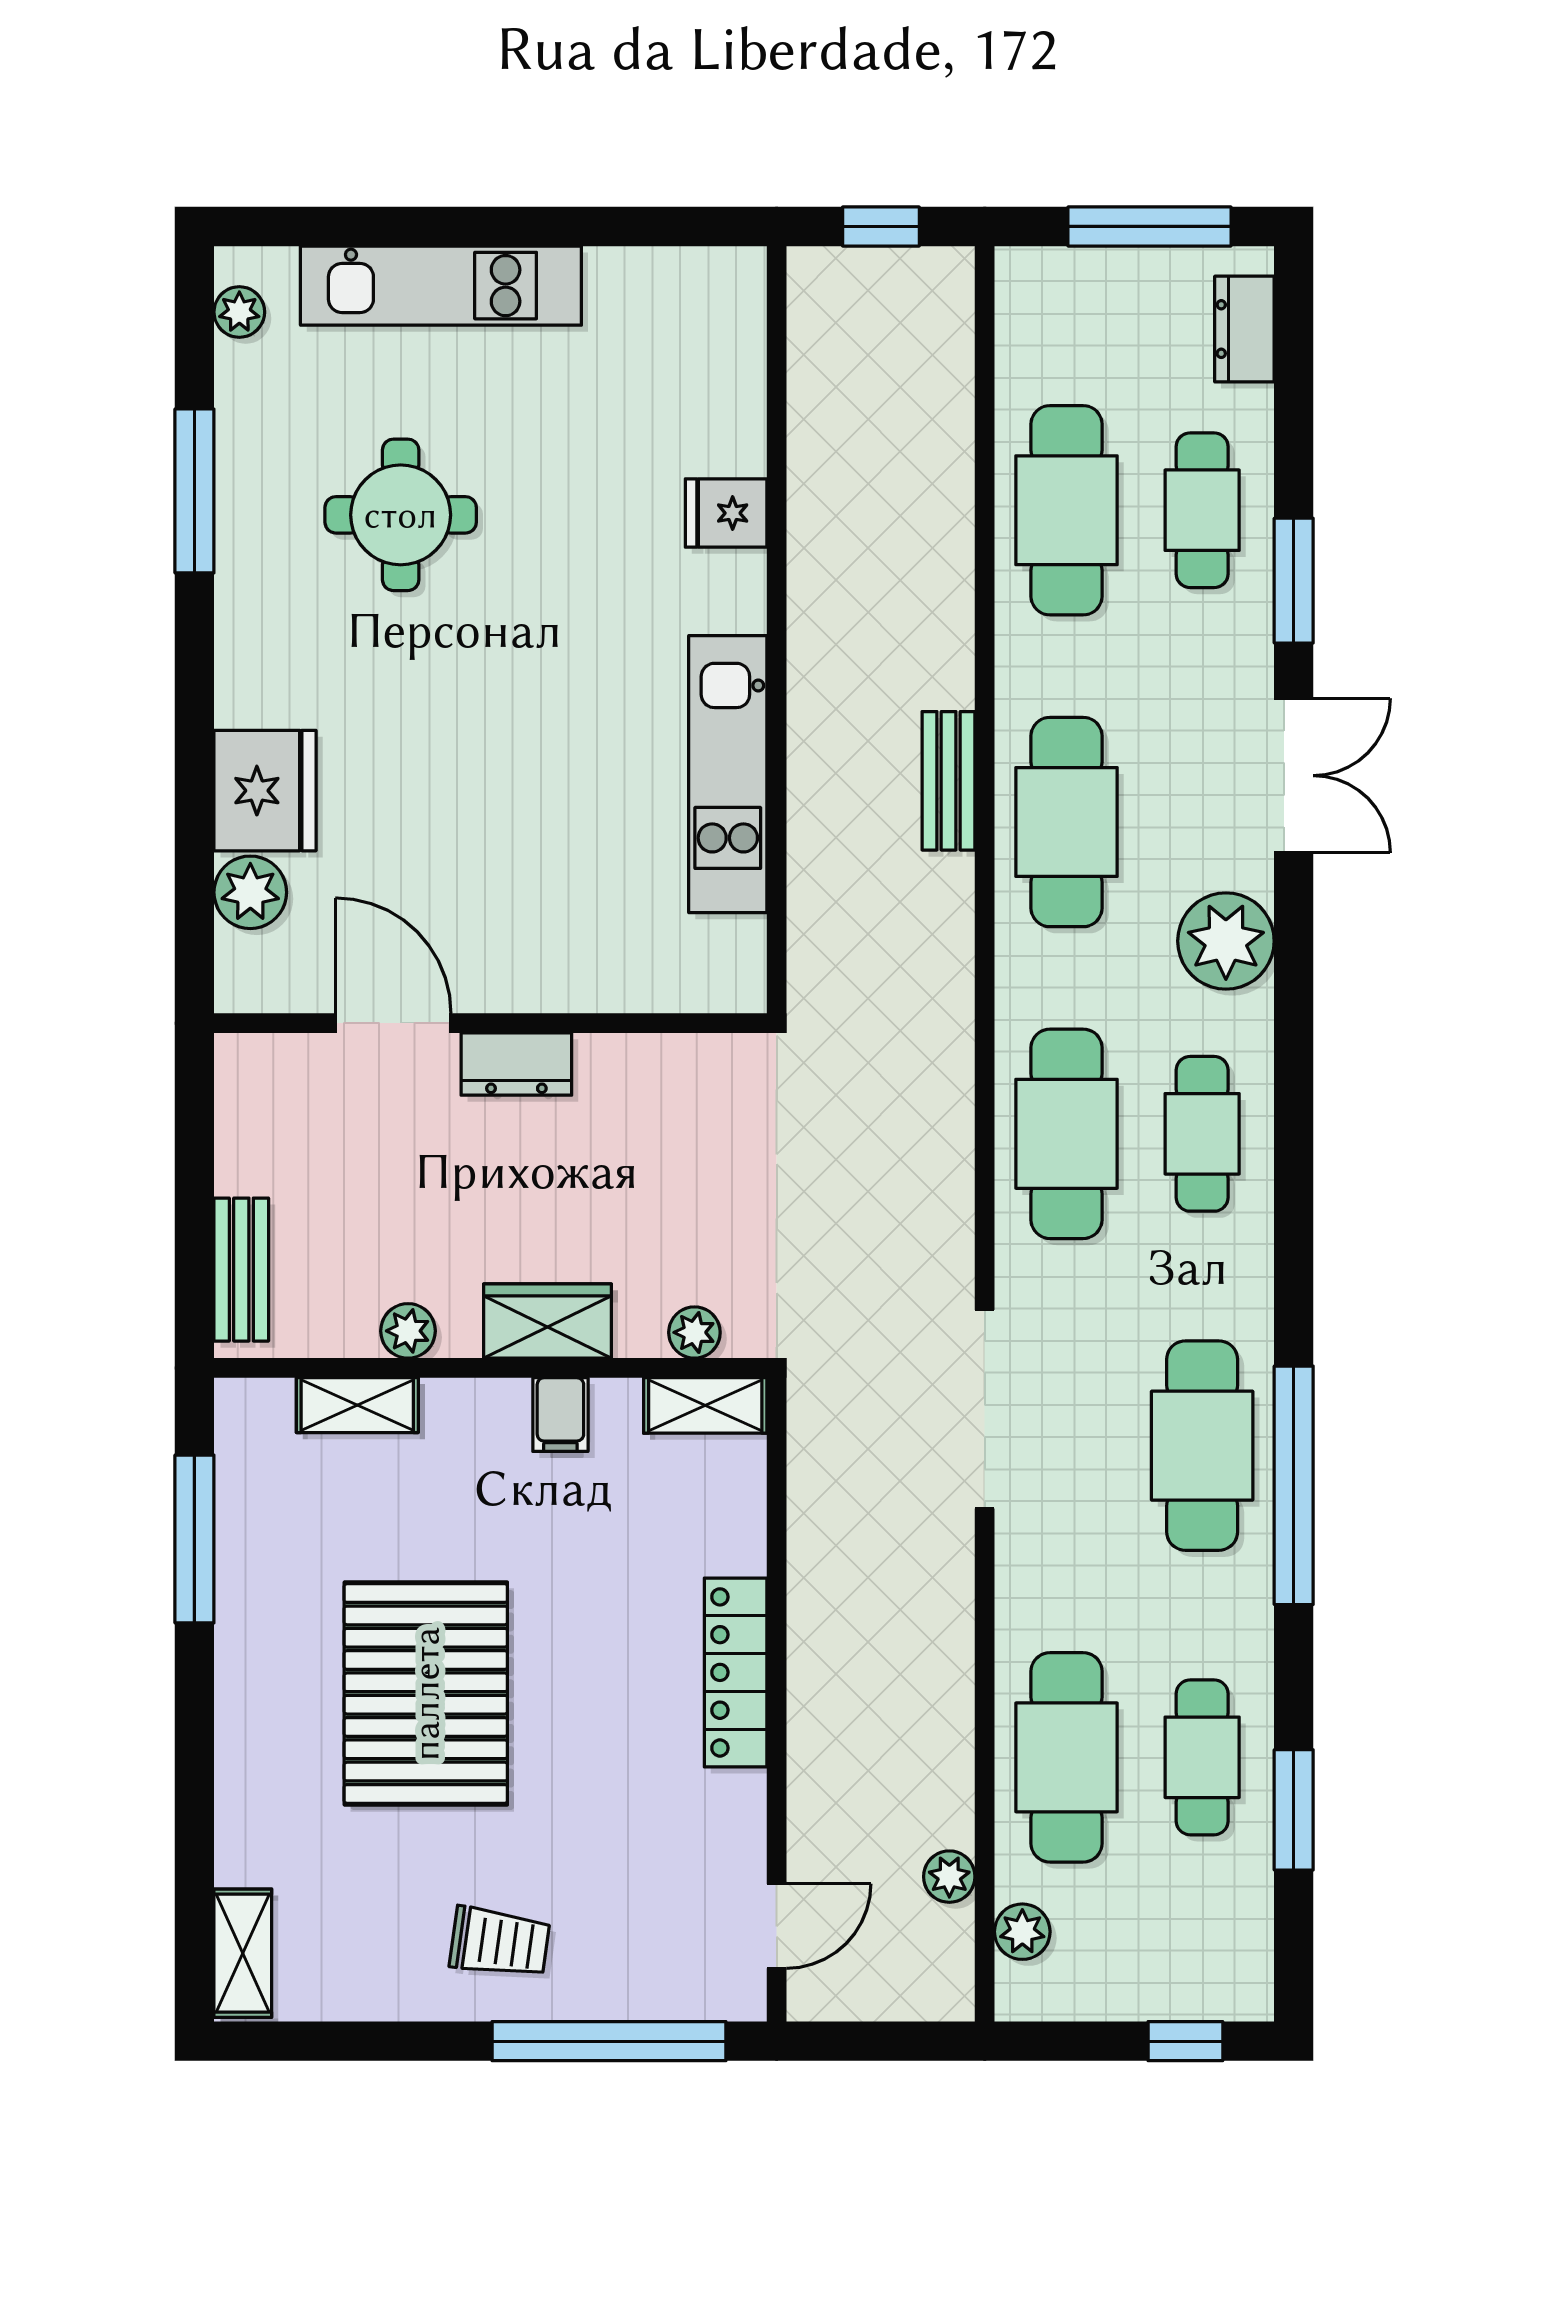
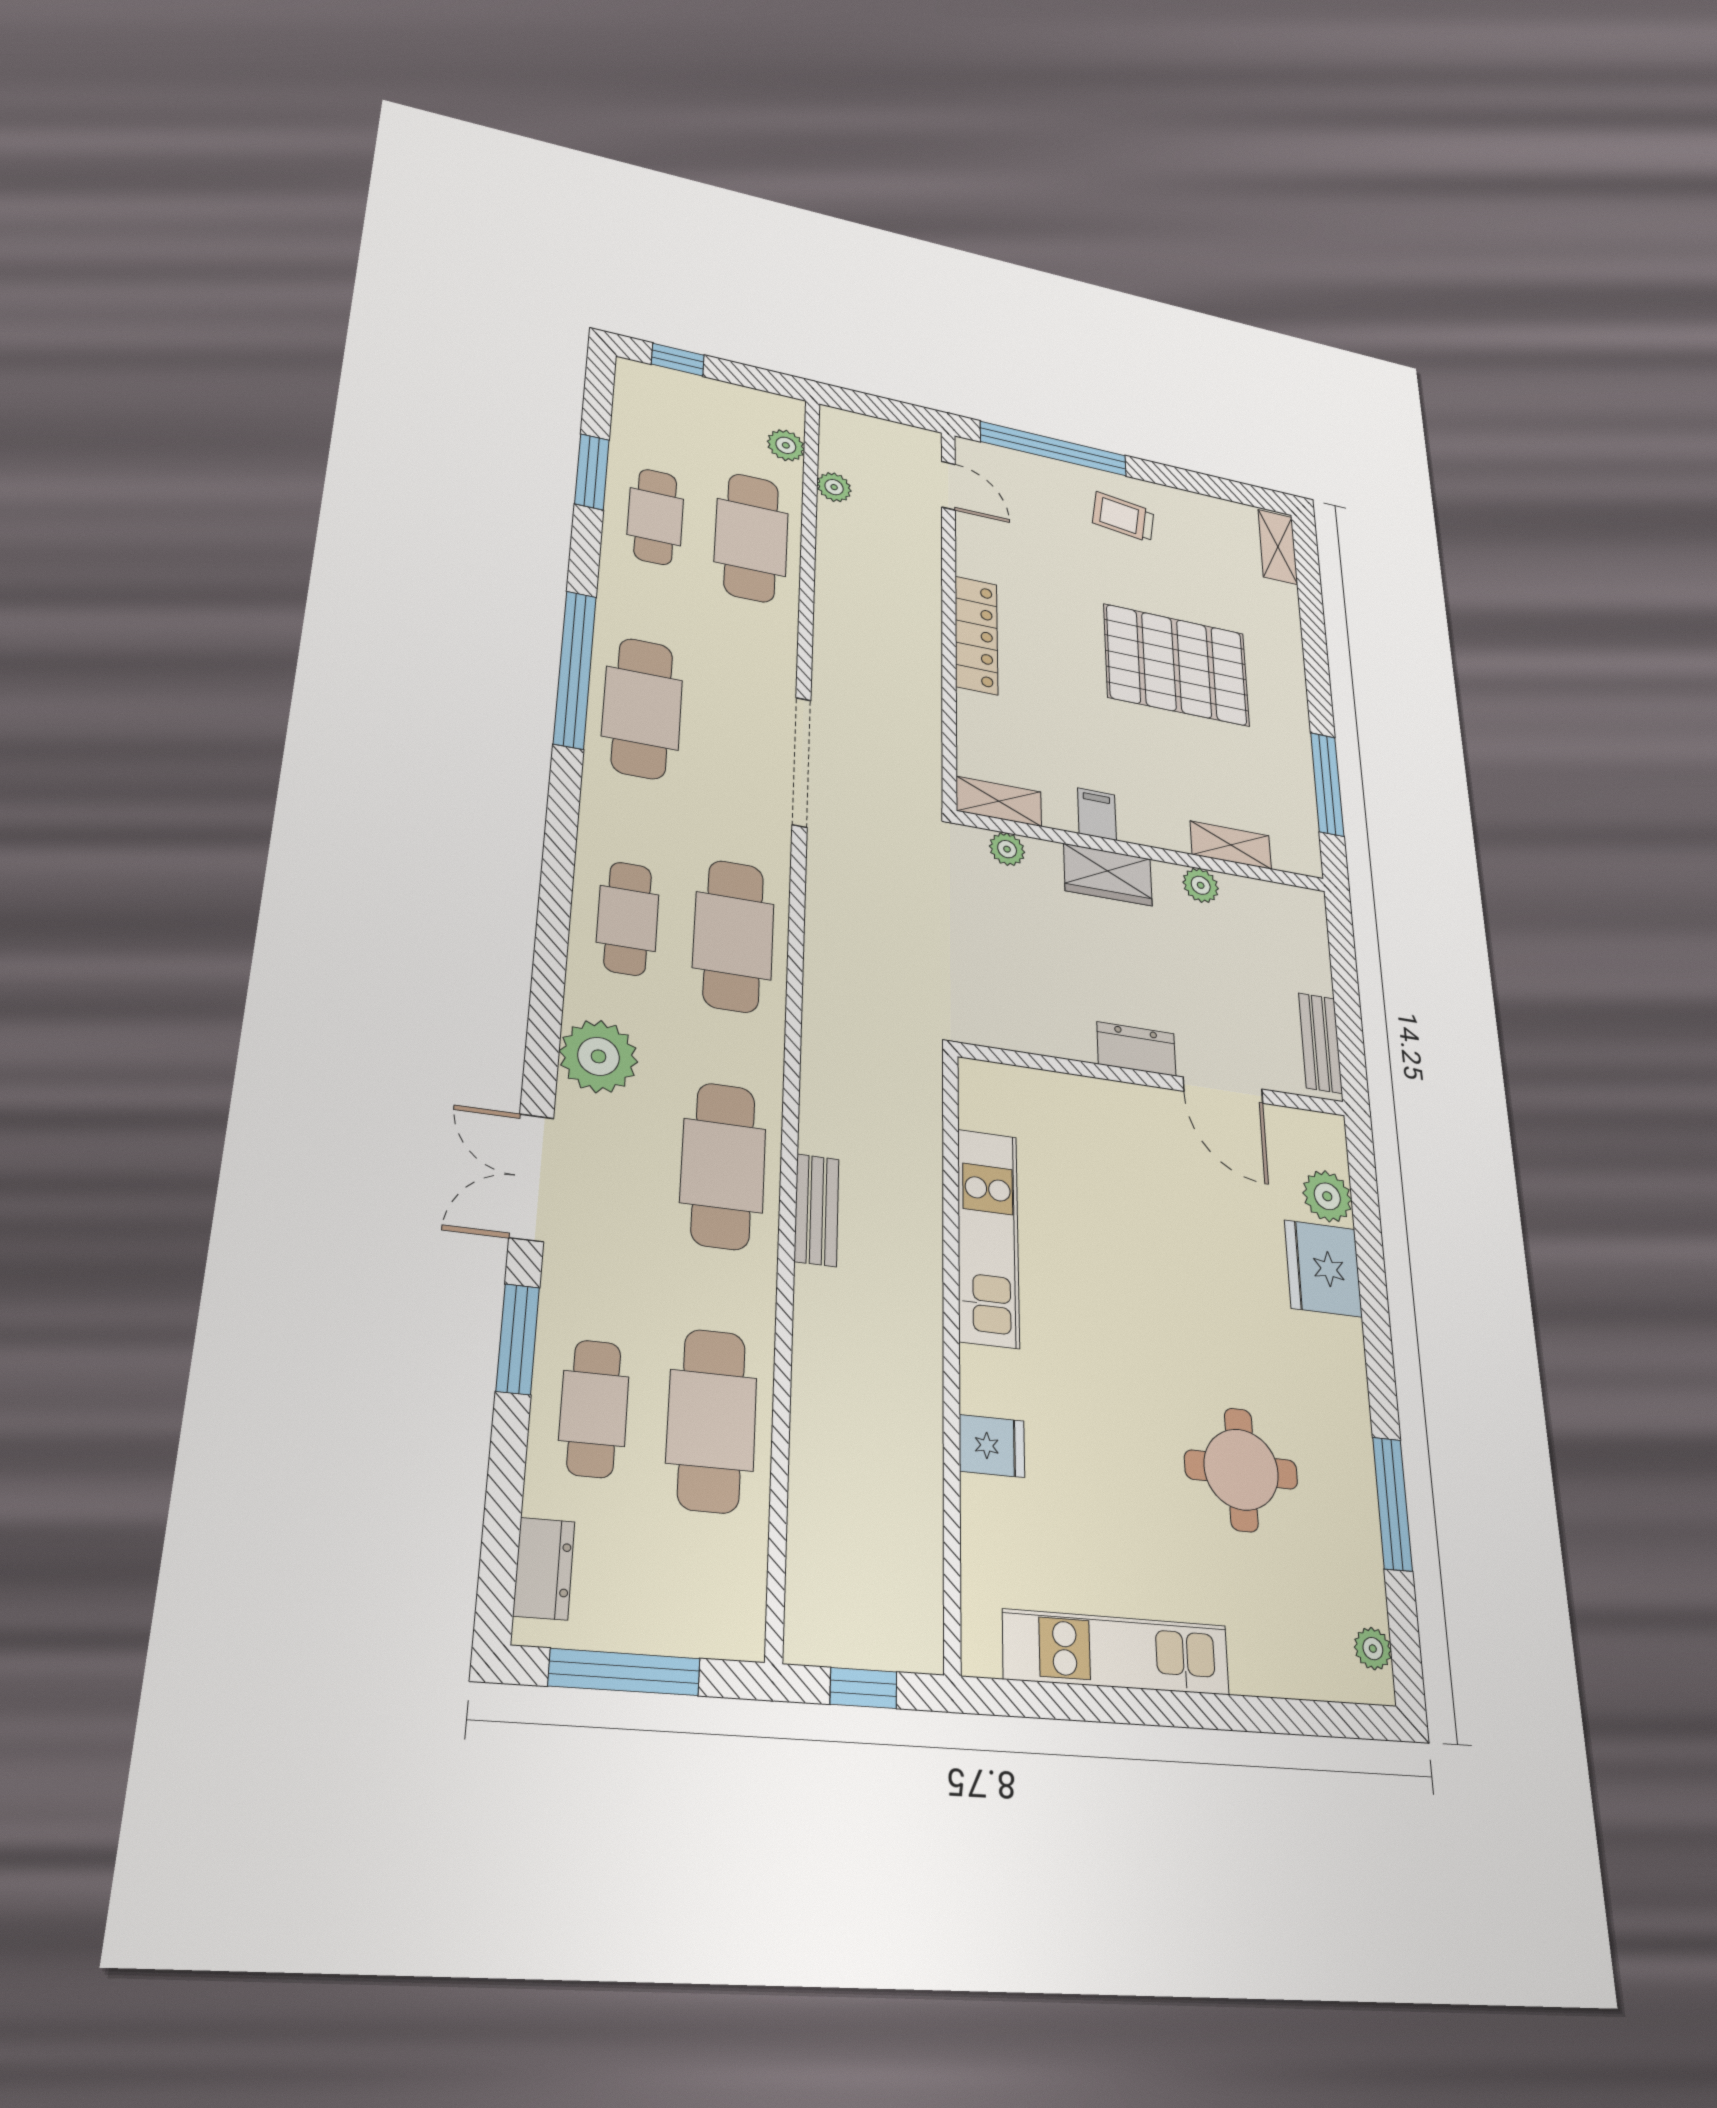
kitchen unit: (441, 286) -> (1117, 1652), moved
bench: (241, 1270) -> (1320, 1043), moved
pallet: (426, 1694) -> (1176, 665), turned 90
door: (777, 1926) -> (948, 486), swing flipped

